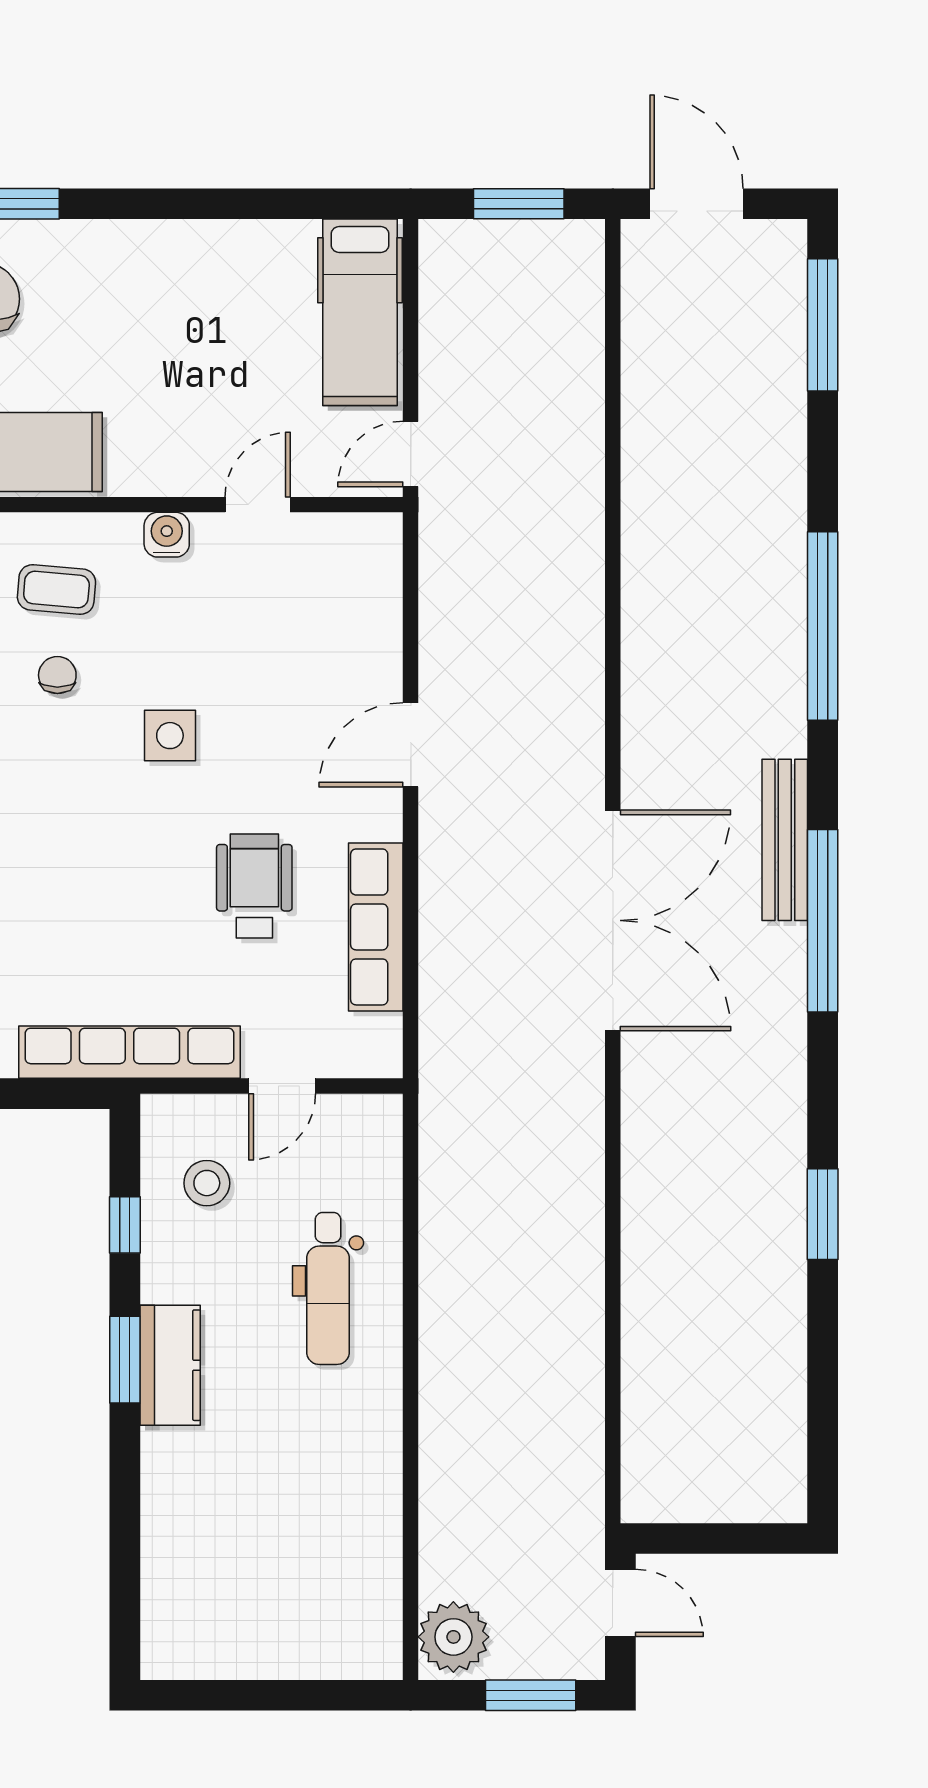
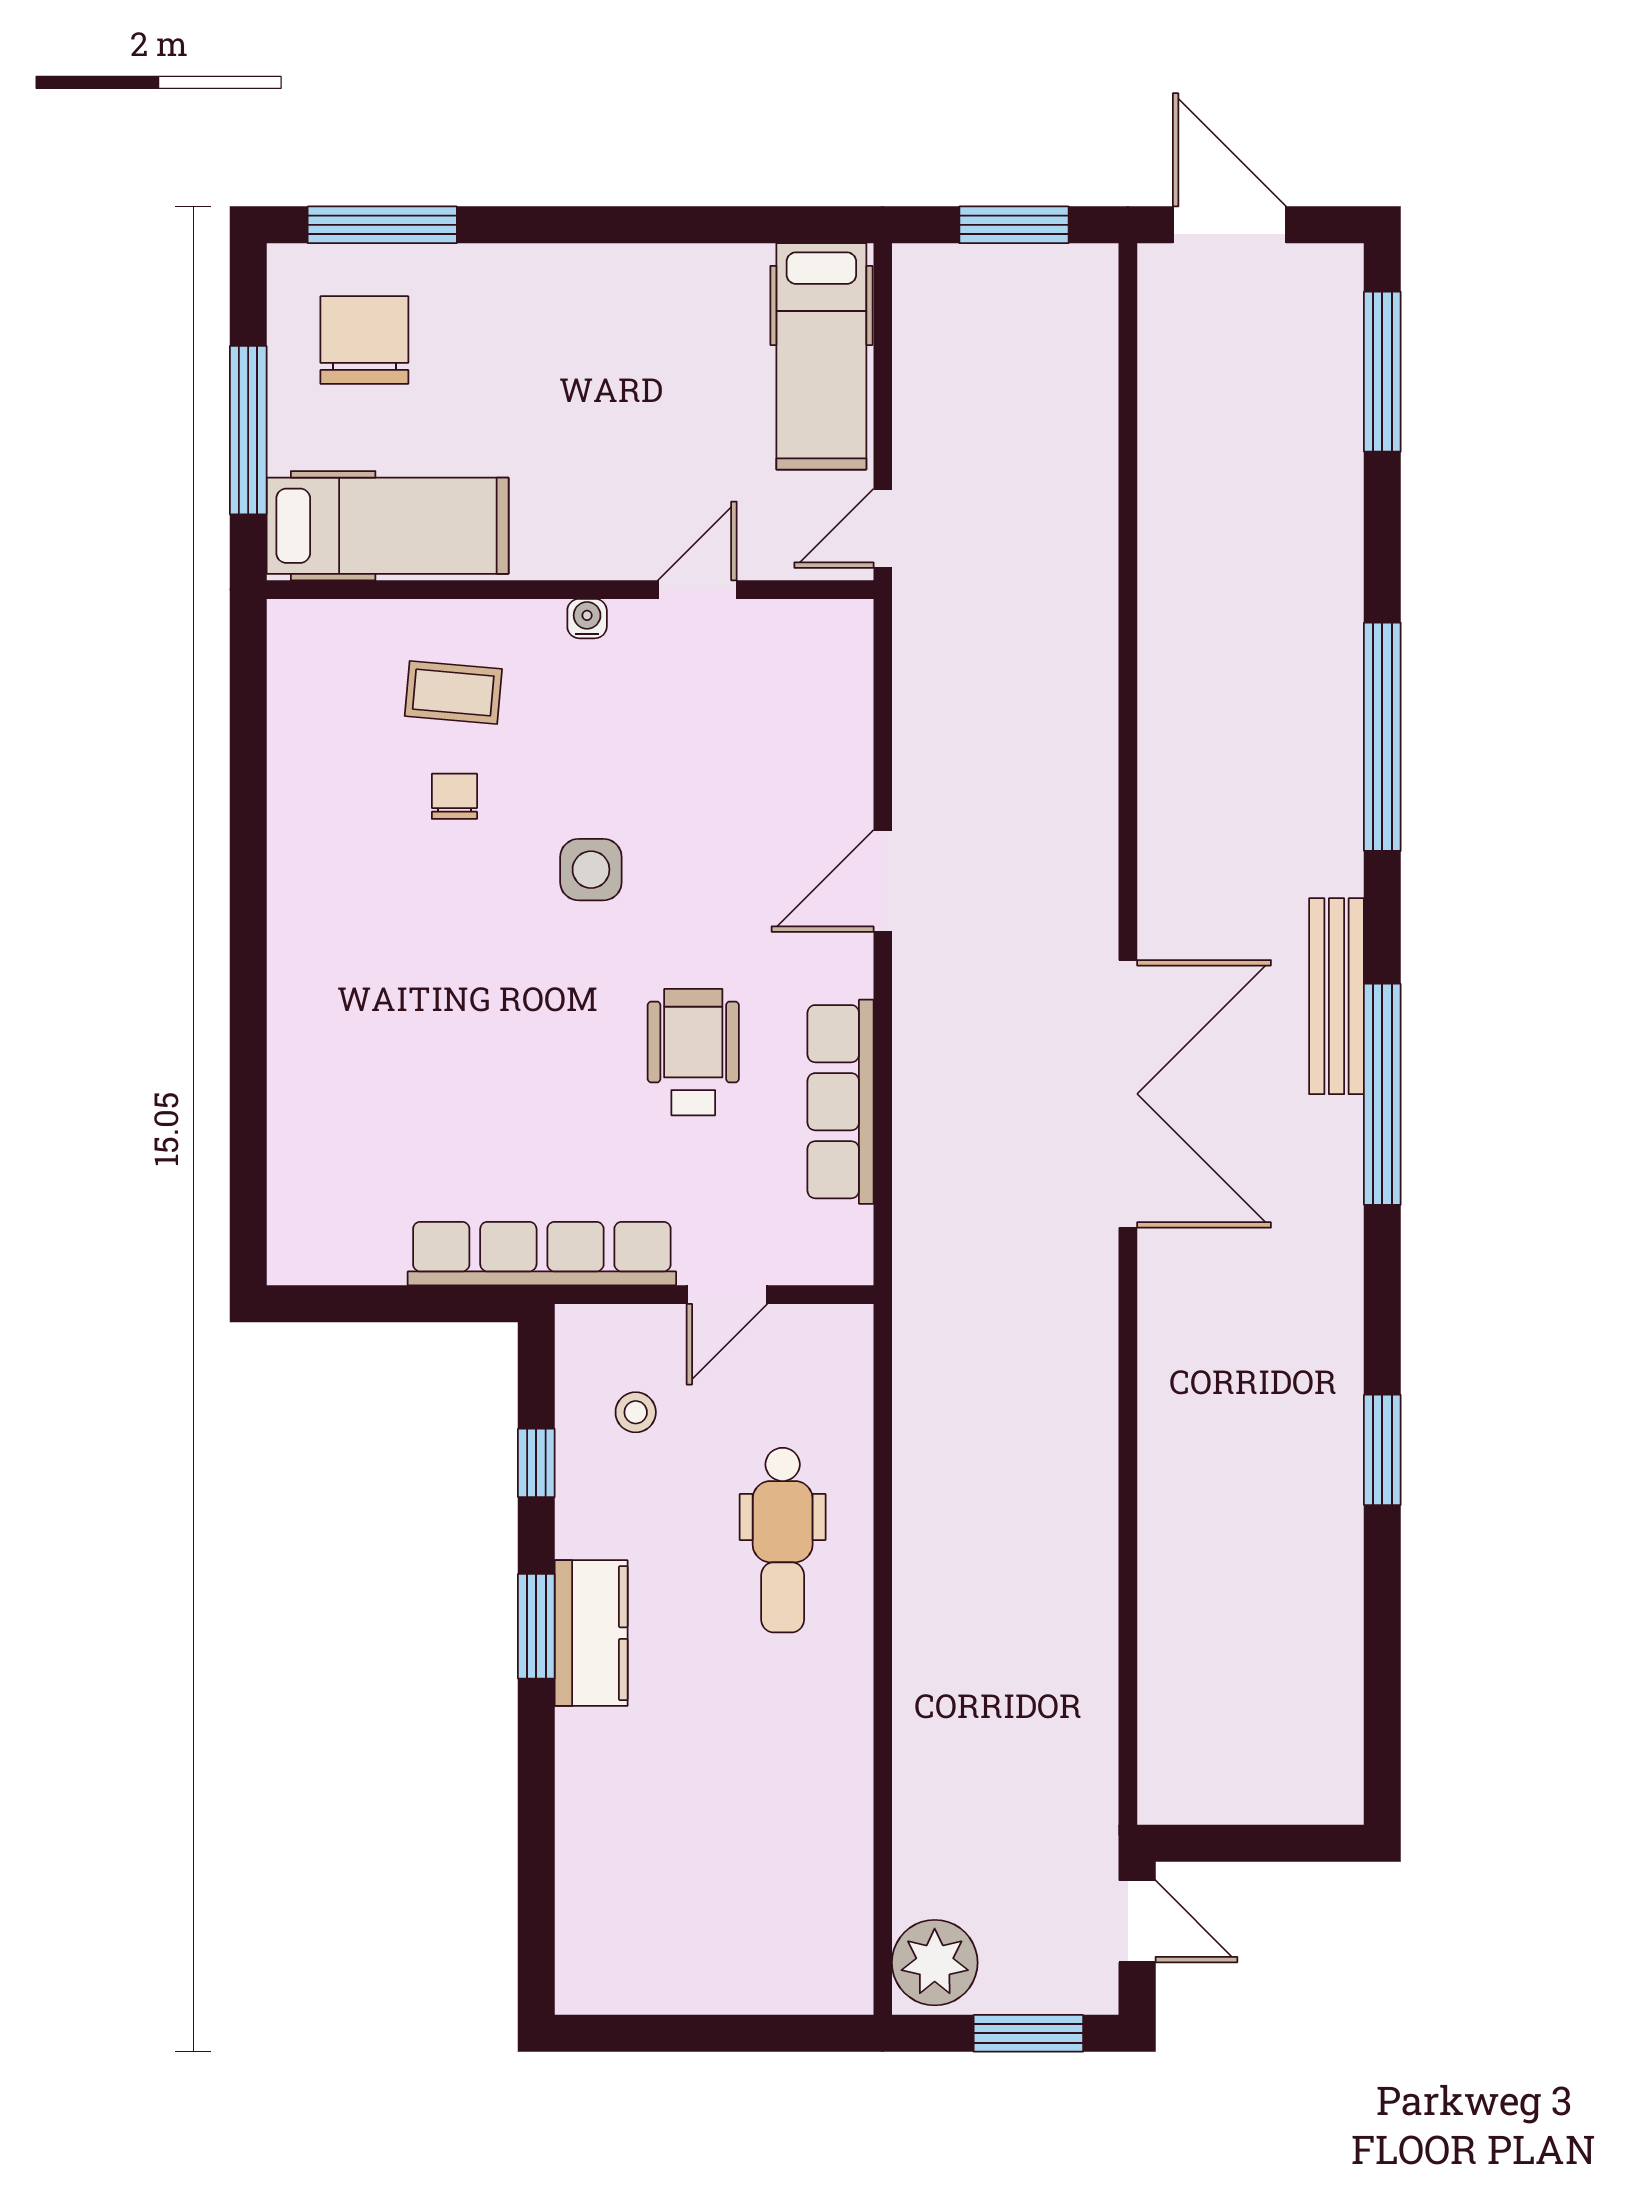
water cooler: (167, 535) -> (587, 619), width x0.72, depth x0.72
stool: (207, 1183) -> (636, 1412), width x0.73, depth x0.73

